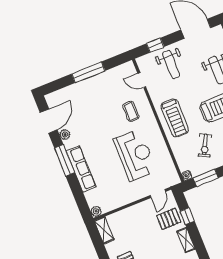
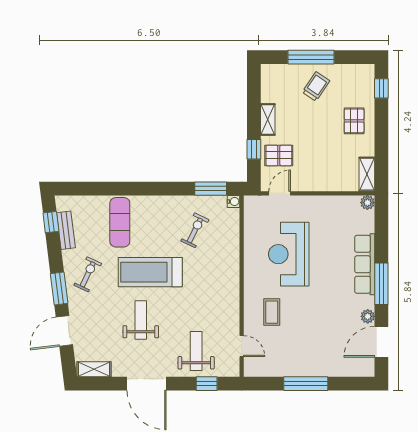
treadmill: (175, 118) -> (219, 281), removed

